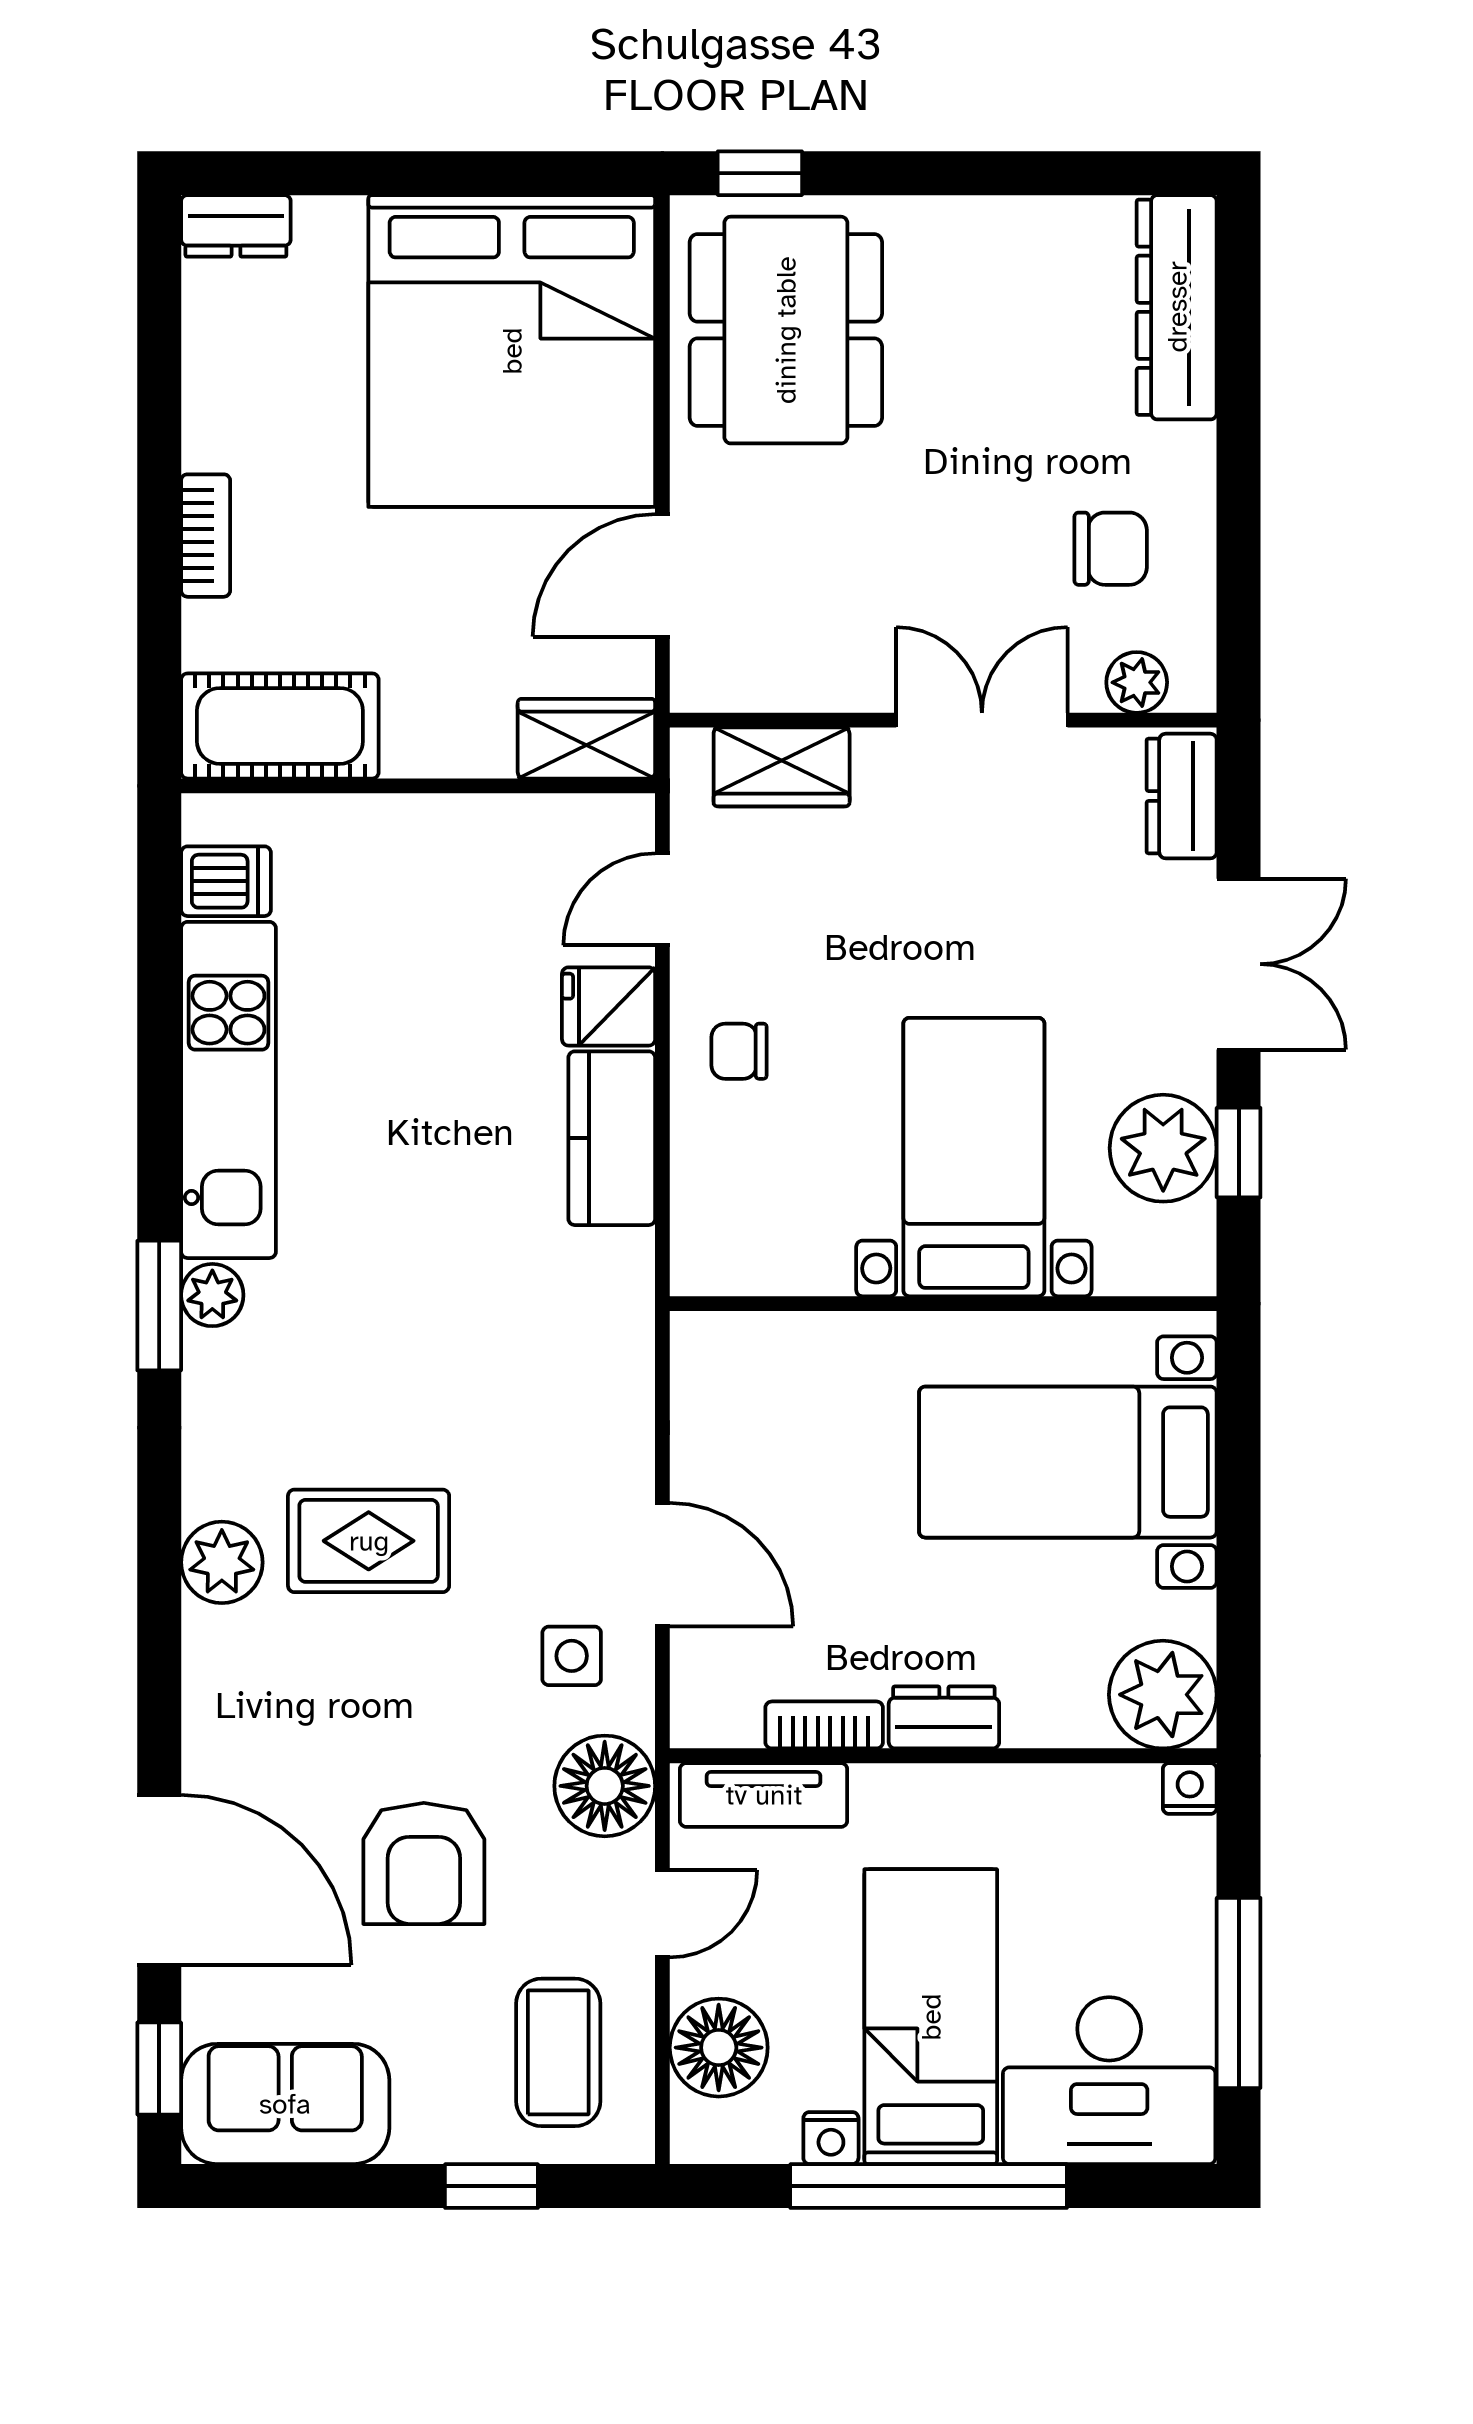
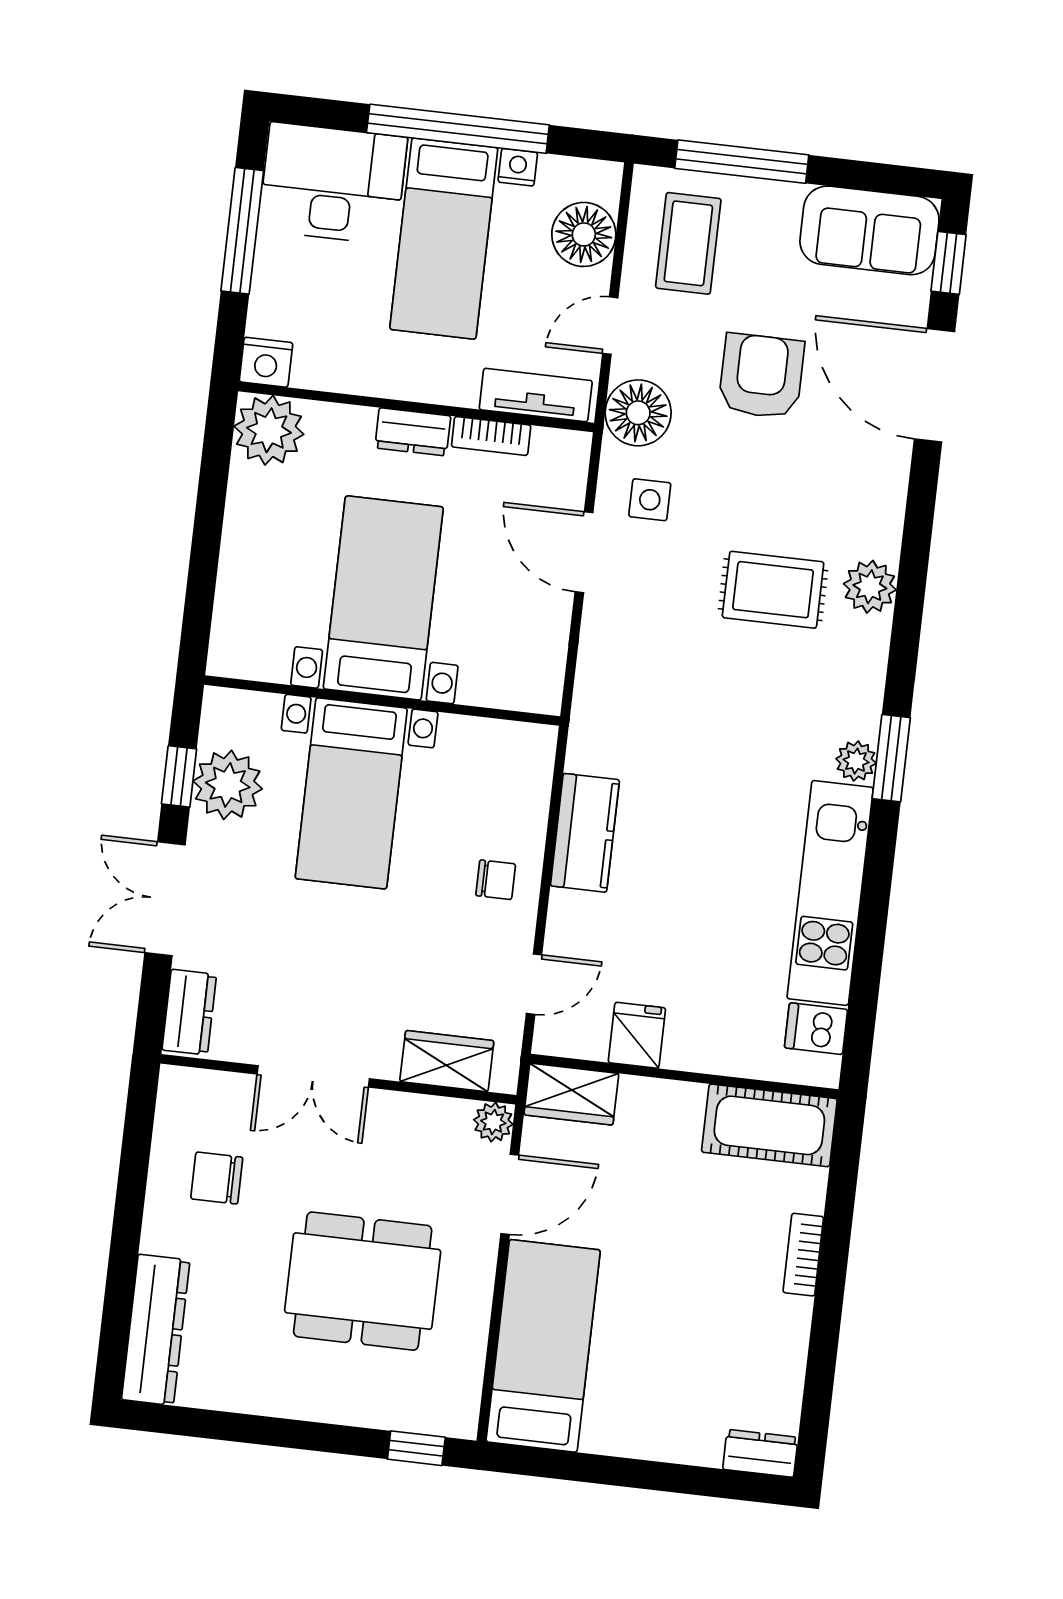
dining table: (786, 330) -> (363, 1281), moved, turned 90
bed: (512, 351) -> (543, 1346), width x0.49
plant: (1137, 682) -> (493, 1122), moved
fridge: (609, 1006) -> (637, 1035), moved, turned -90
bed with nightstands: (1068, 1462) -> (383, 598), moved, turned -90
nightstand: (1190, 1789) -> (266, 362), width x1.39, depth x1.35
window: (491, 2186) -> (742, 162), width x2.17

